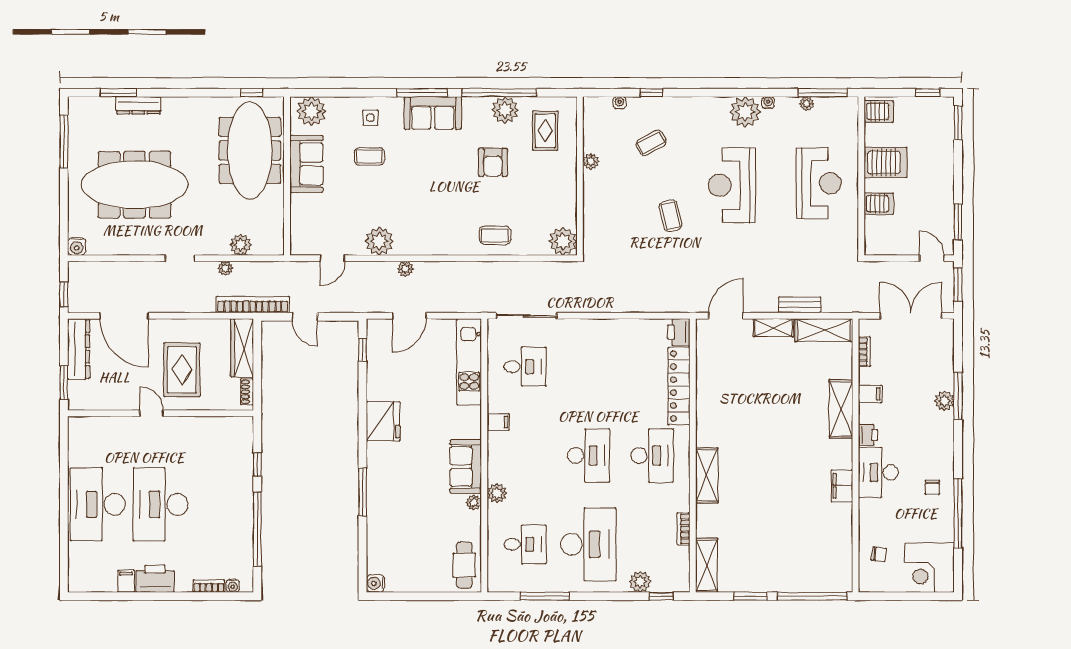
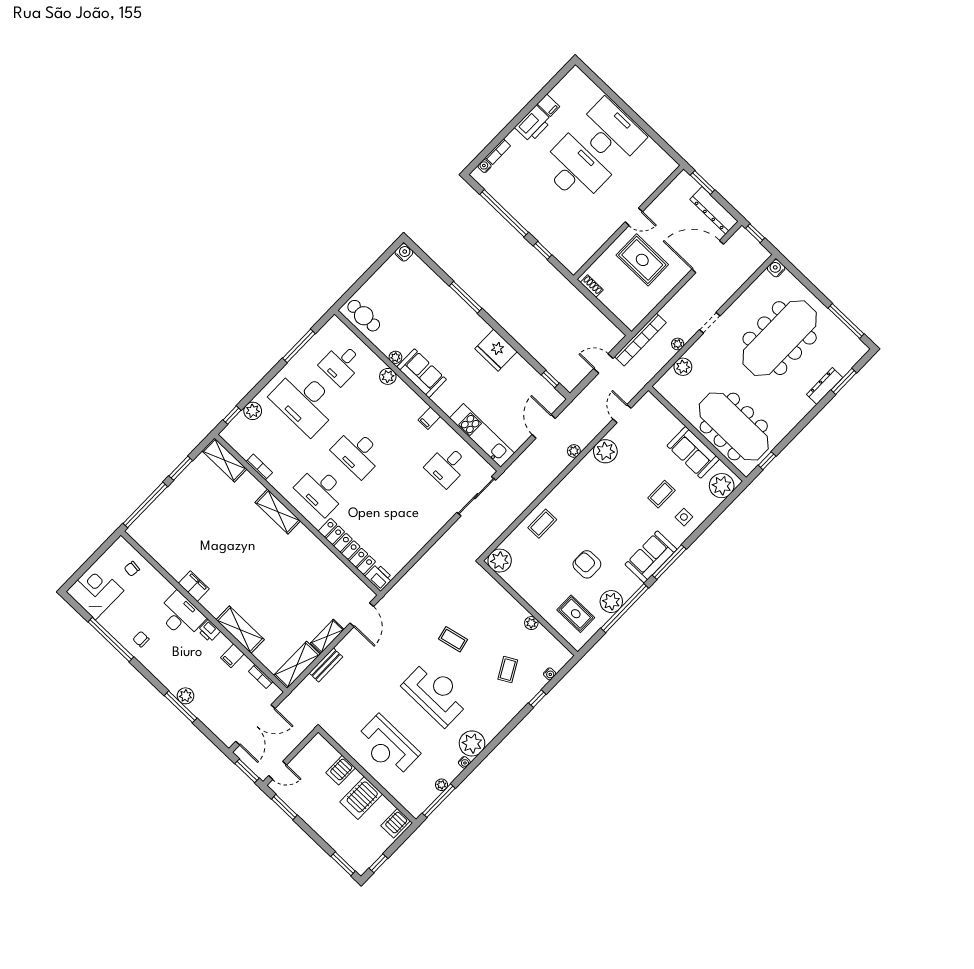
wardrobe: (242, 348) -> (621, 308), removed

